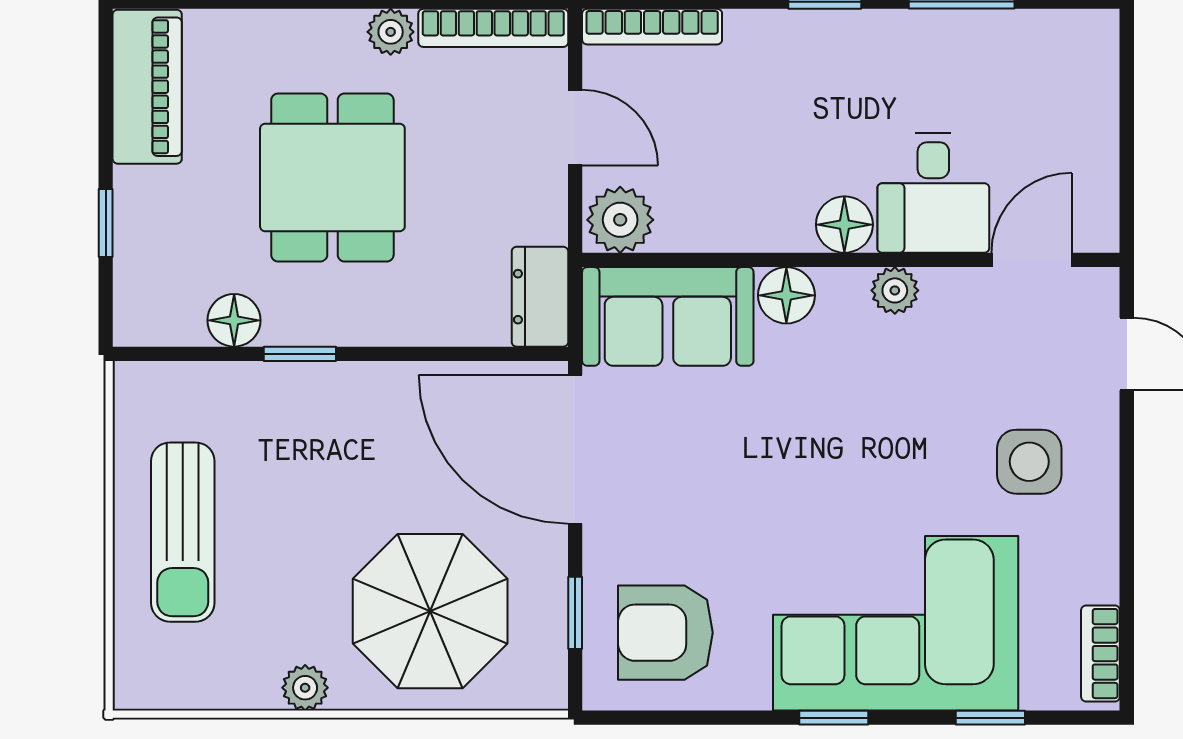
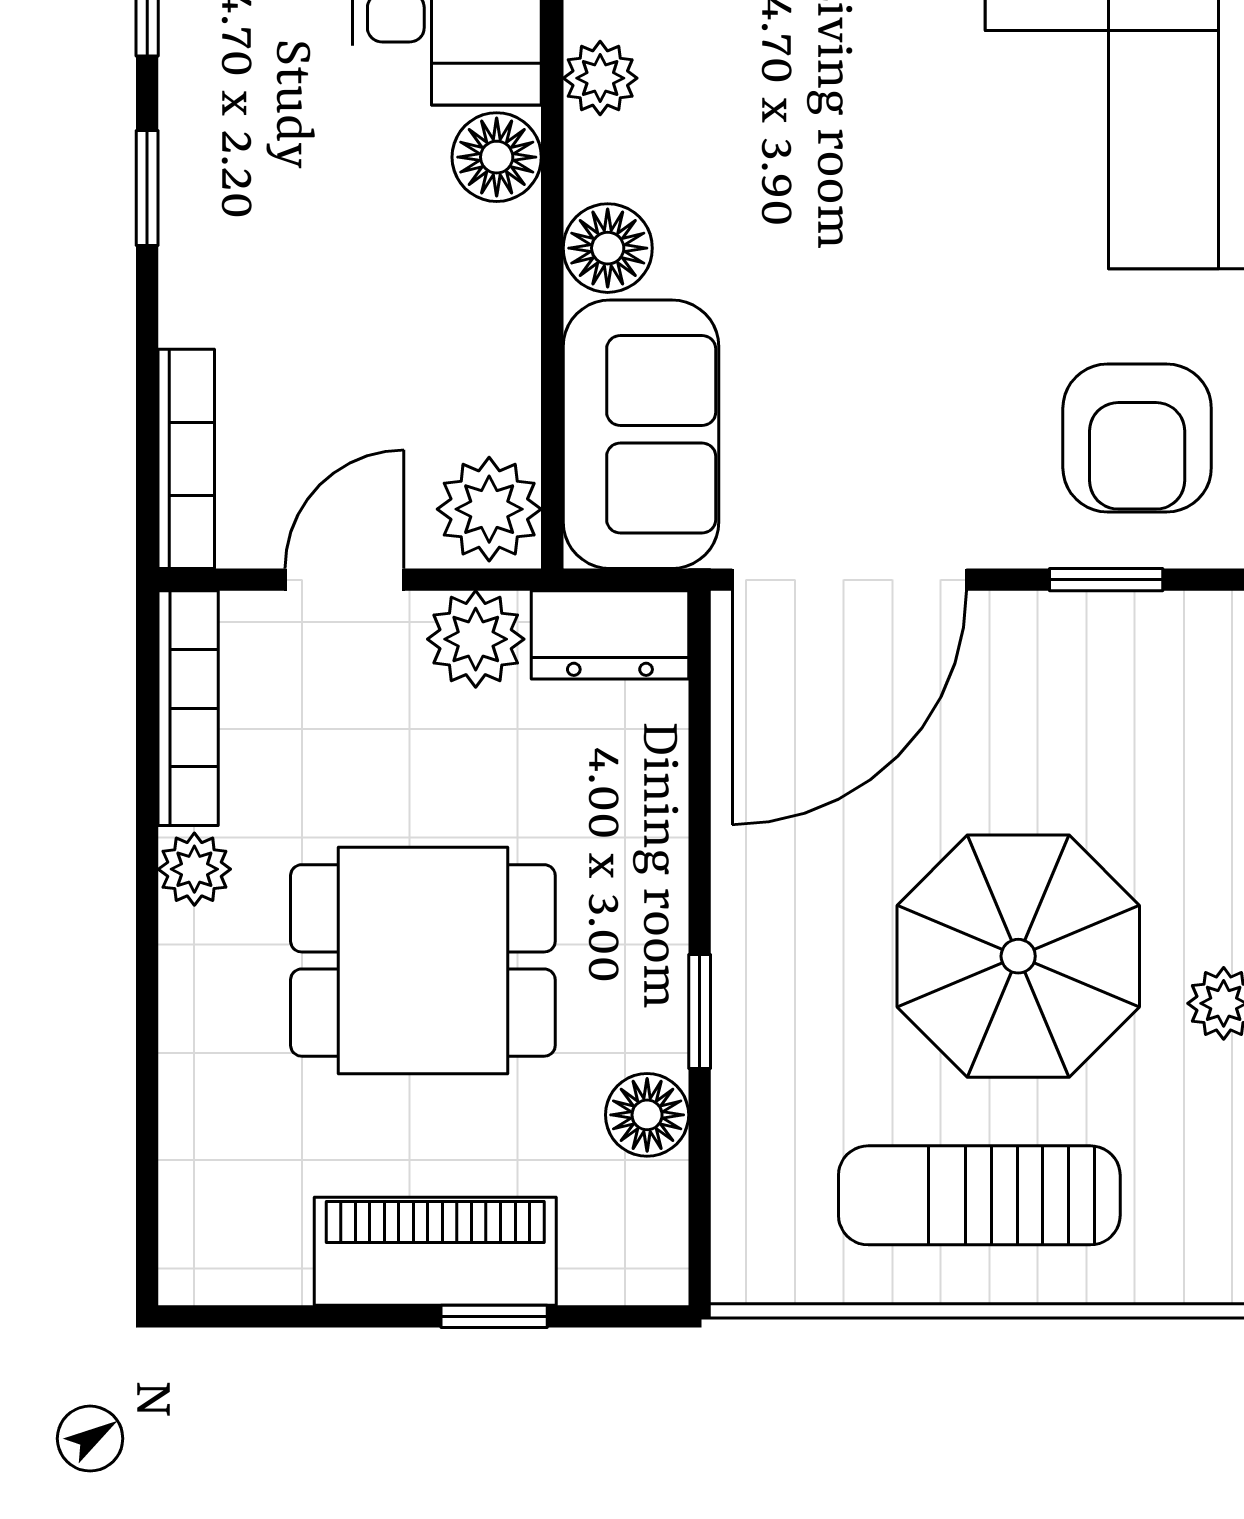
piano: (147, 87) -> (435, 1251), moved
plant: (537, 211) -> (476, 639), added
sun lounger: (183, 532) -> (979, 1195), turned 180
parasol: (430, 611) -> (1018, 956), moved

